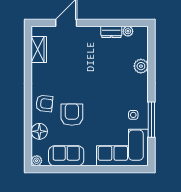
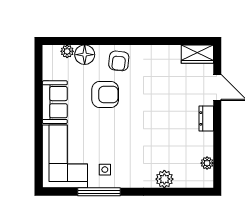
dresser: (111, 32) -> (206, 118), moved
wardrobe: (39, 49) -> (197, 54), moved
sofa: (66, 156) -> (55, 102), moved
plant: (37, 161) -> (67, 51), moved

